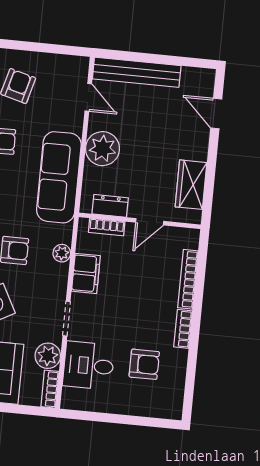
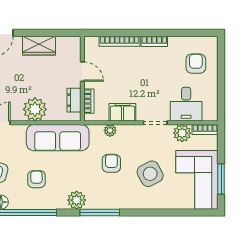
wardrobe: (191, 185) -> (39, 46), moved
armchair: (144, 364) -> (196, 64), moved

